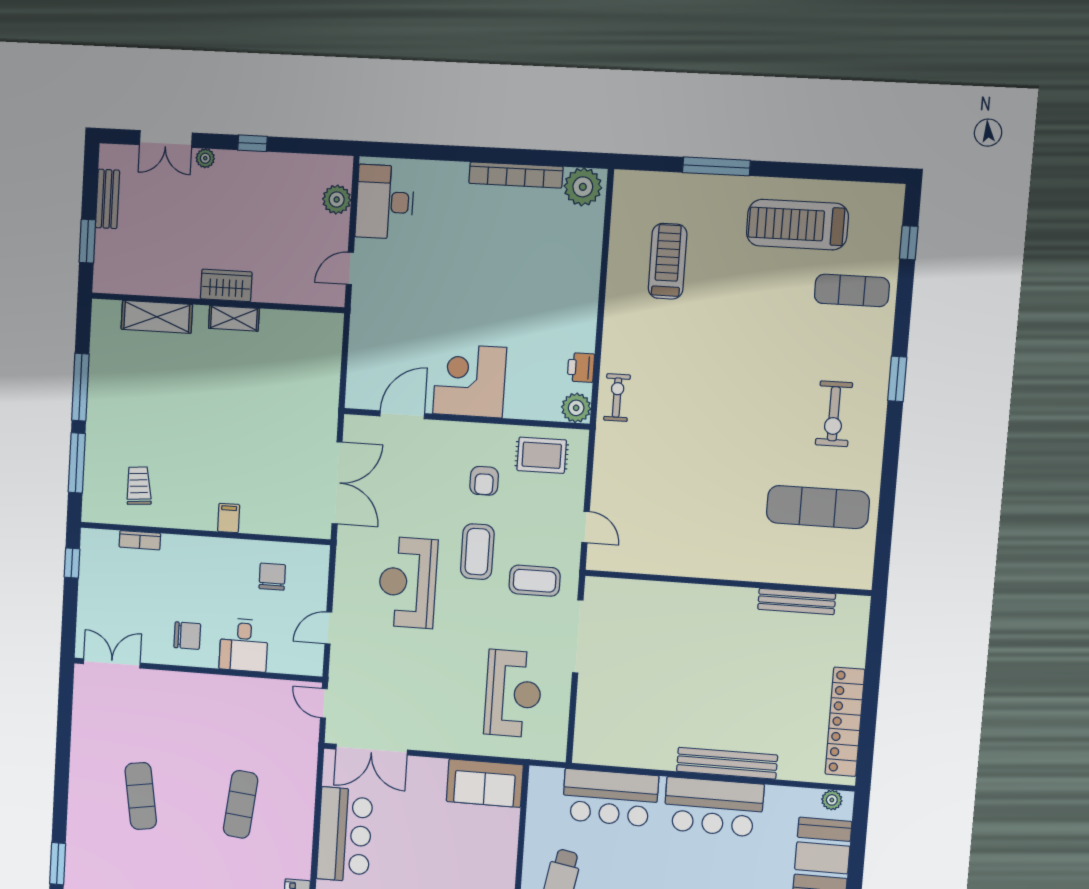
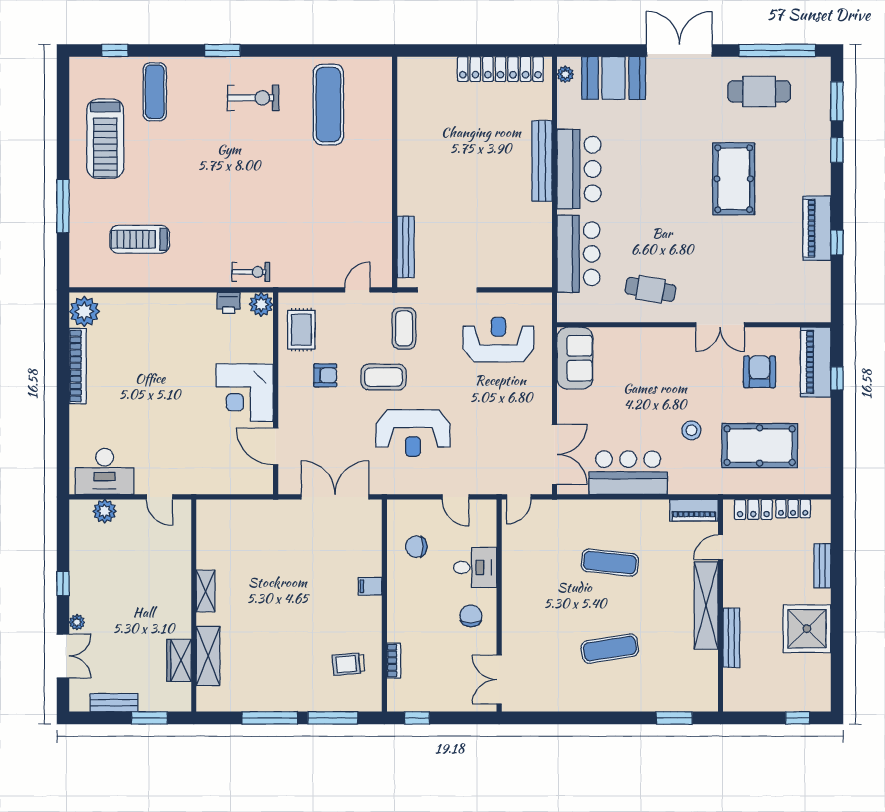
wardrobe: (226, 285) -> (179, 660), moved
exercise bike: (617, 398) -> (251, 272), turned 180
bench: (797, 601) -> (406, 247), moved

